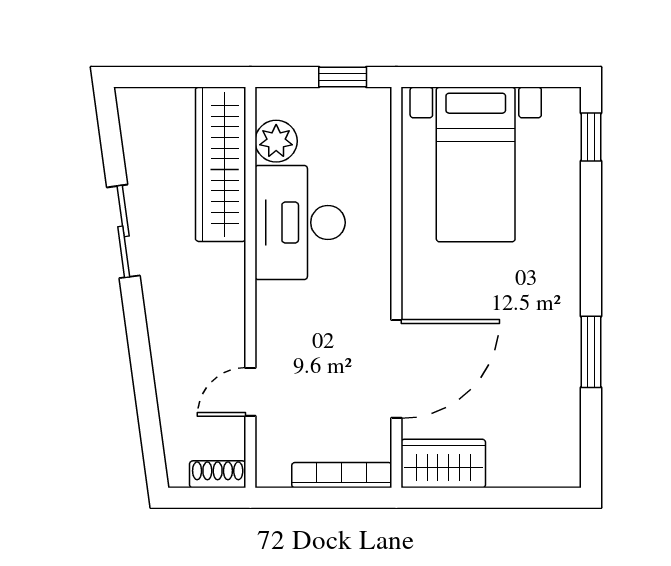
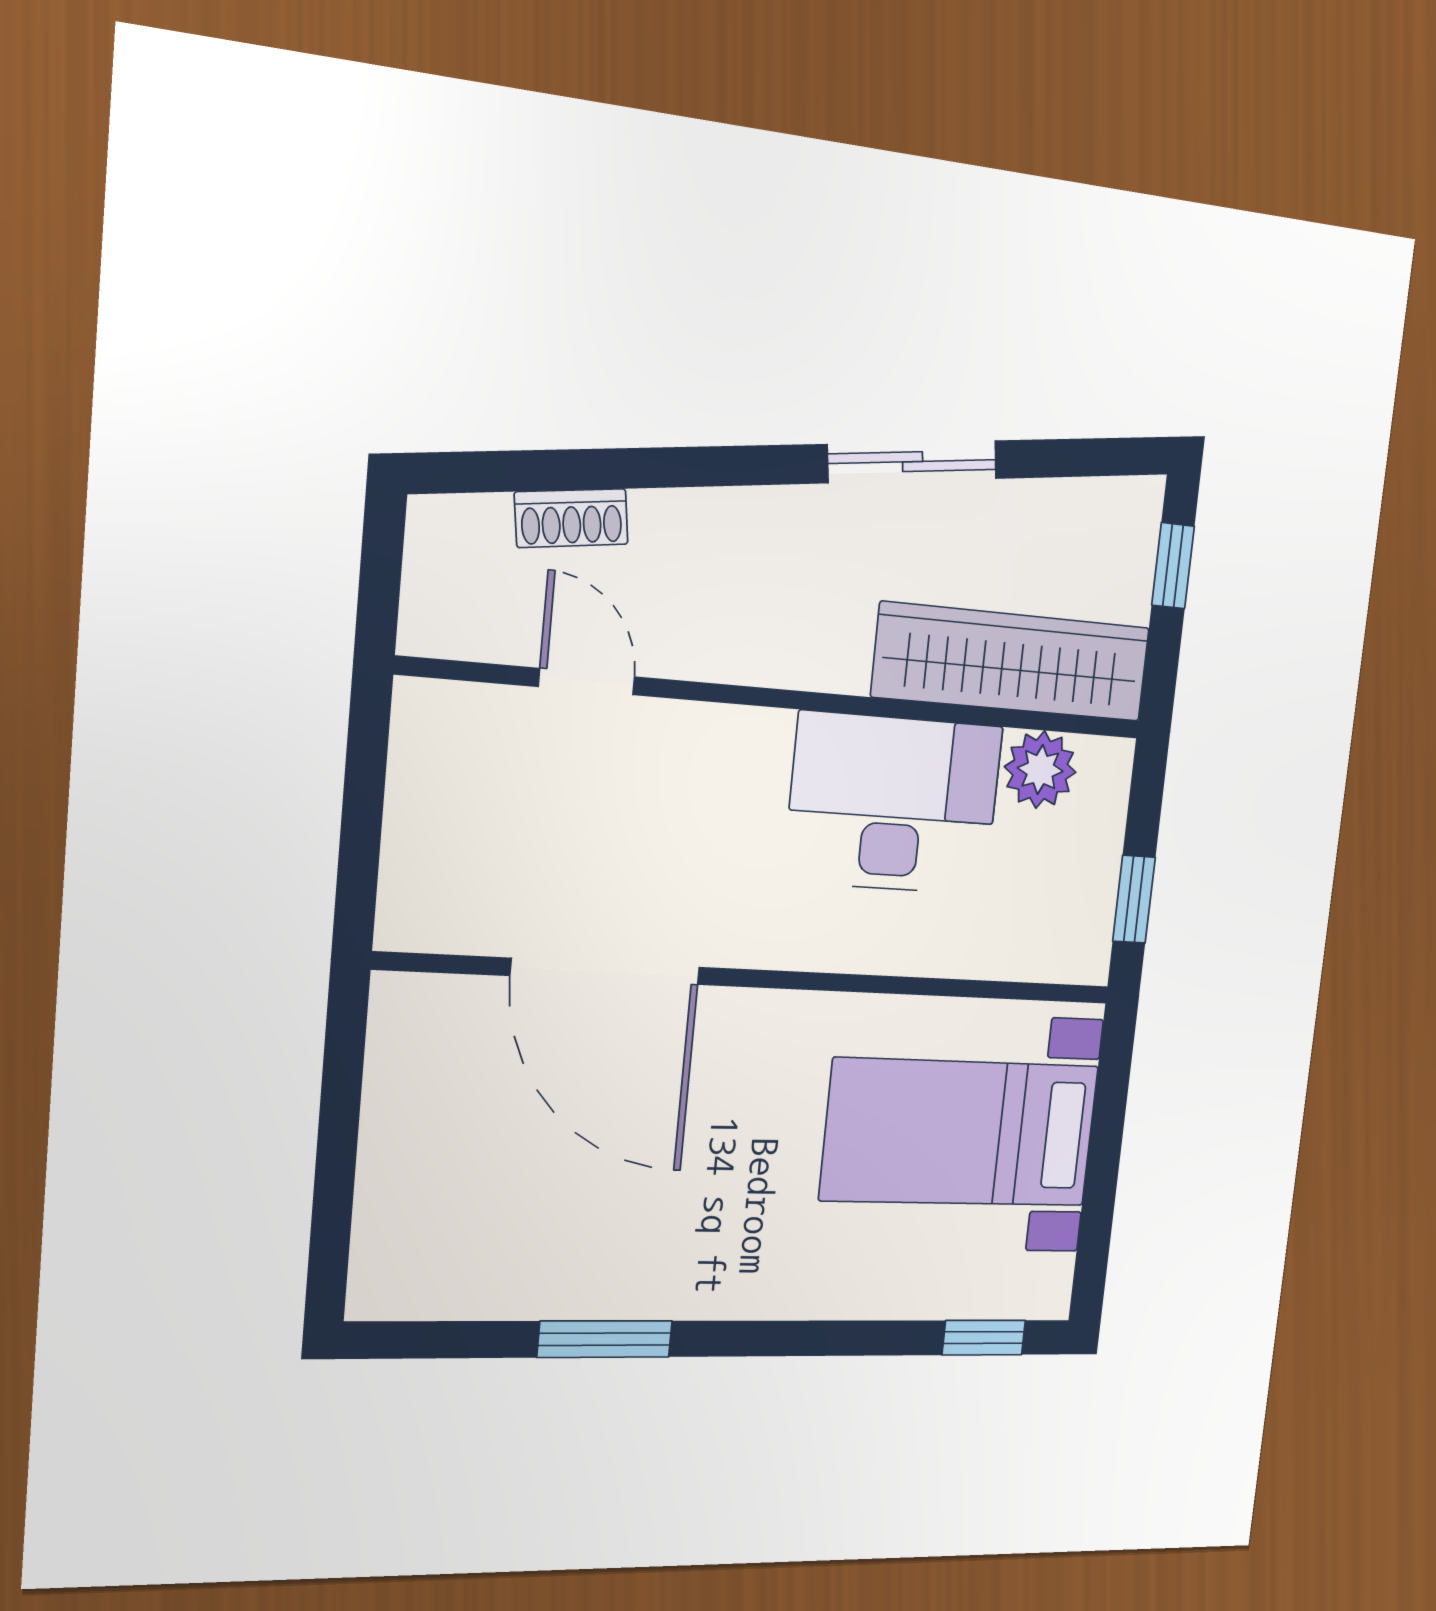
window: (161, 77) -> (1173, 566), added
wardrobe: (443, 464) -> (413, 1055), removed
shoe rack: (218, 474) -> (571, 518), moved, turned 82
bookcase: (342, 475) -> (406, 852), removed

